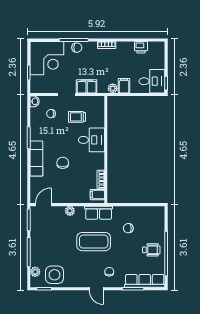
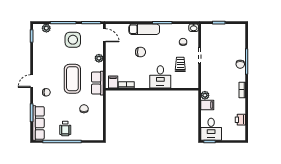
corner desk: (47, 58) -> (231, 38), removed
filing cabinet: (87, 86) -> (207, 73), removed
side table: (55, 275) -> (73, 40), moved

